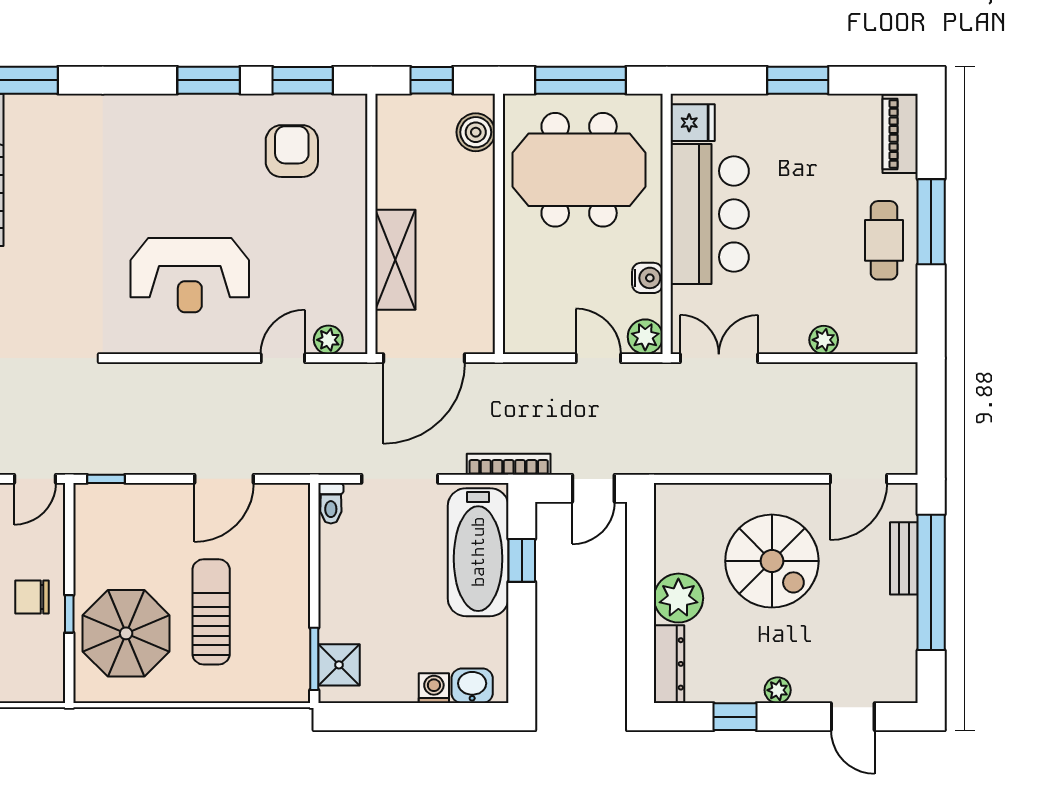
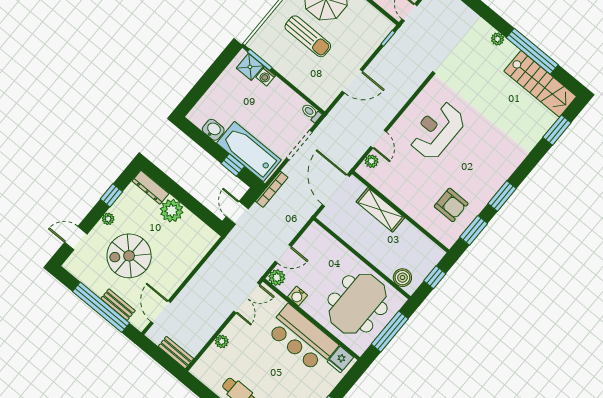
bench: (903, 399) -> (176, 353), added
door: (224, 479) -> (352, 81), swing flipped
spiral stairs: (772, 561) -> (129, 256), moved
washbasin: (472, 686) -> (213, 130), moved, turned -90
washing machine: (434, 688) -> (266, 76), moved, turned 90

